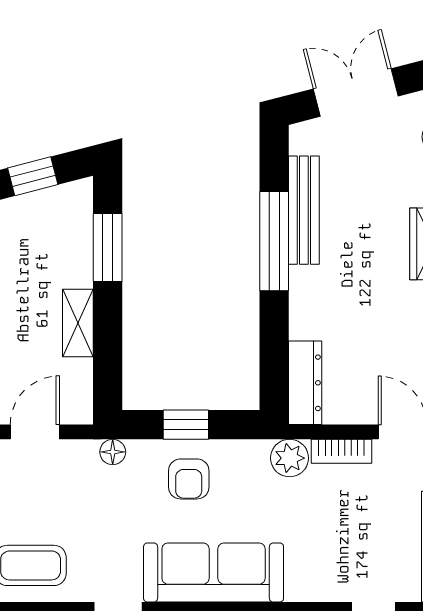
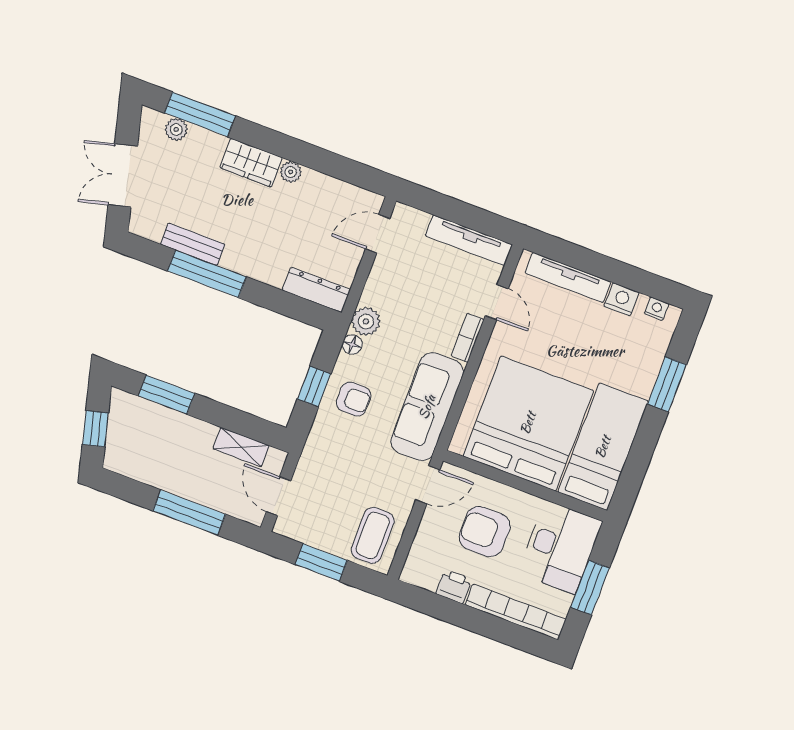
bench: (304, 210) -> (193, 244), width x0.73
shelving: (78, 323) -> (241, 447), moved
bookcase: (341, 451) -> (468, 338), moved, turned 180
floor lamp: (113, 452) -> (352, 344), moved

